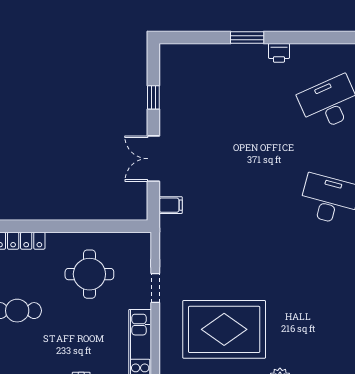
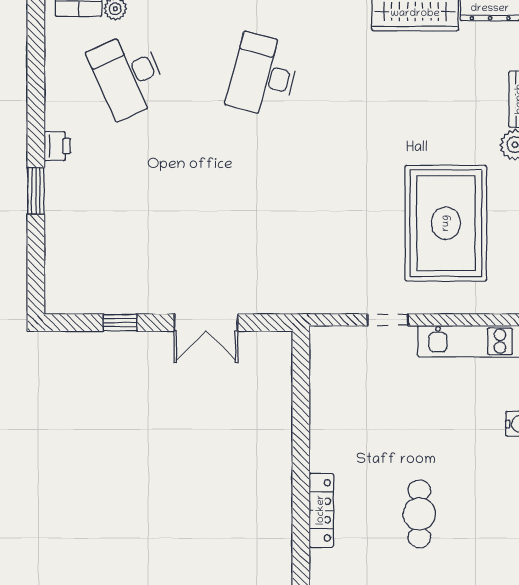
filing cabinet: (171, 205) -> (271, 298), removed
round table: (89, 274) -> (368, 412), removed

